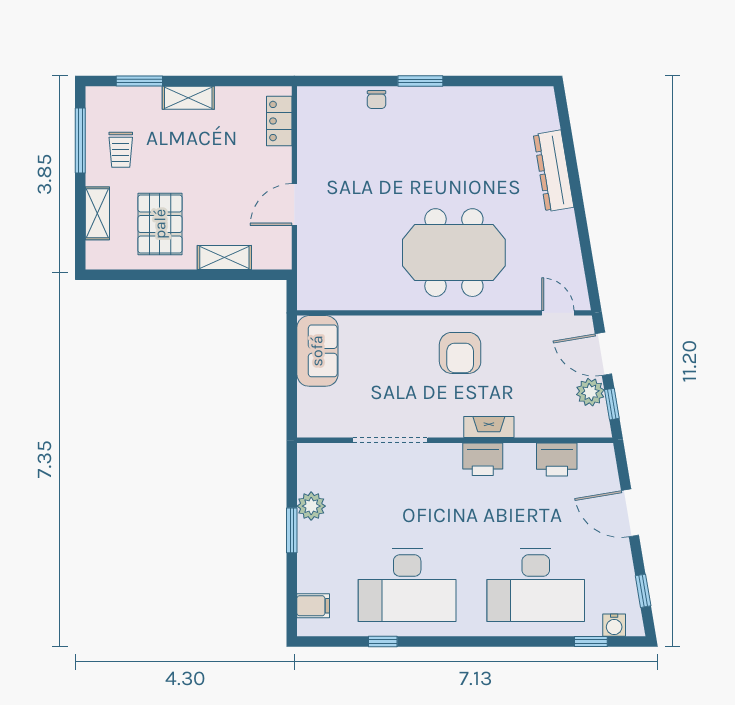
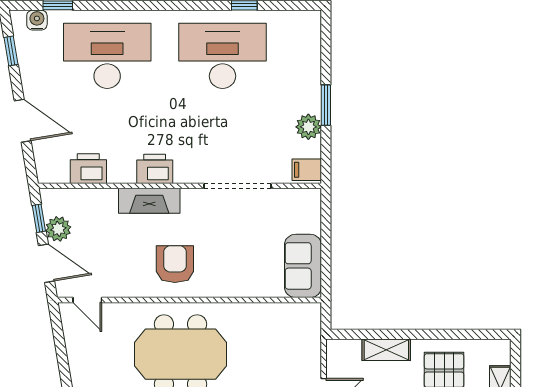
fireplace: (489, 427) -> (149, 201), width x1.37, depth x1.32
filing cabinet: (313, 606) -> (307, 170), moved

